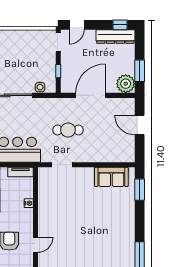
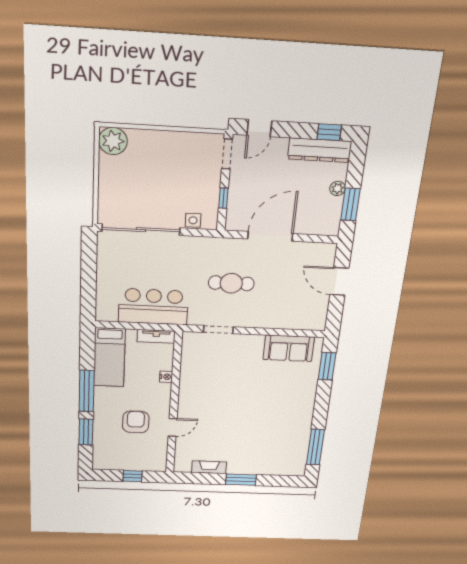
plant: (126, 84) -> (338, 188), moved, width x0.53, depth x0.53

